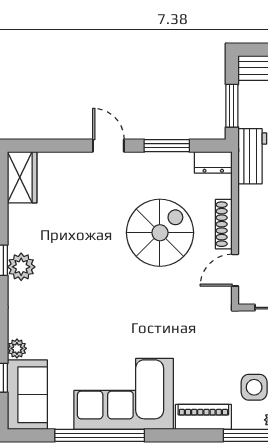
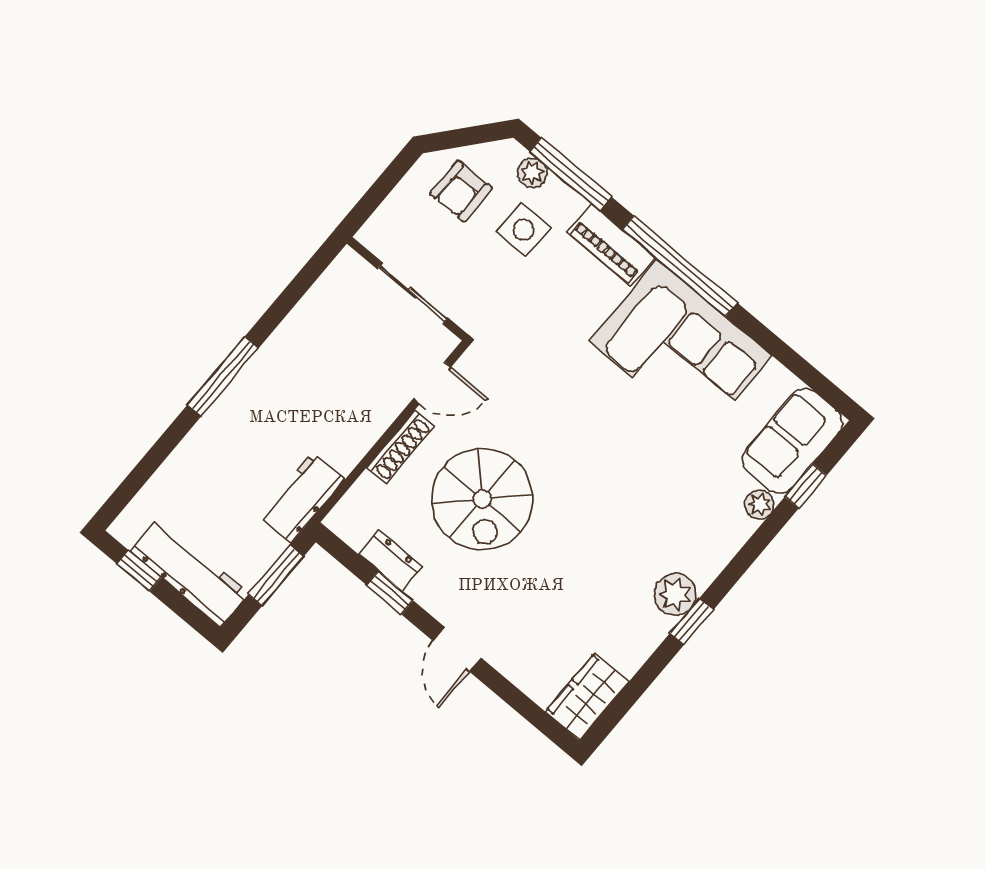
window: (167, 146) -> (390, 593), width x0.67
dresser: (213, 162) -> (390, 560), moved
spiral stairs: (160, 233) -> (482, 499), turned -90
window: (100, 435) -> (680, 266), moved

